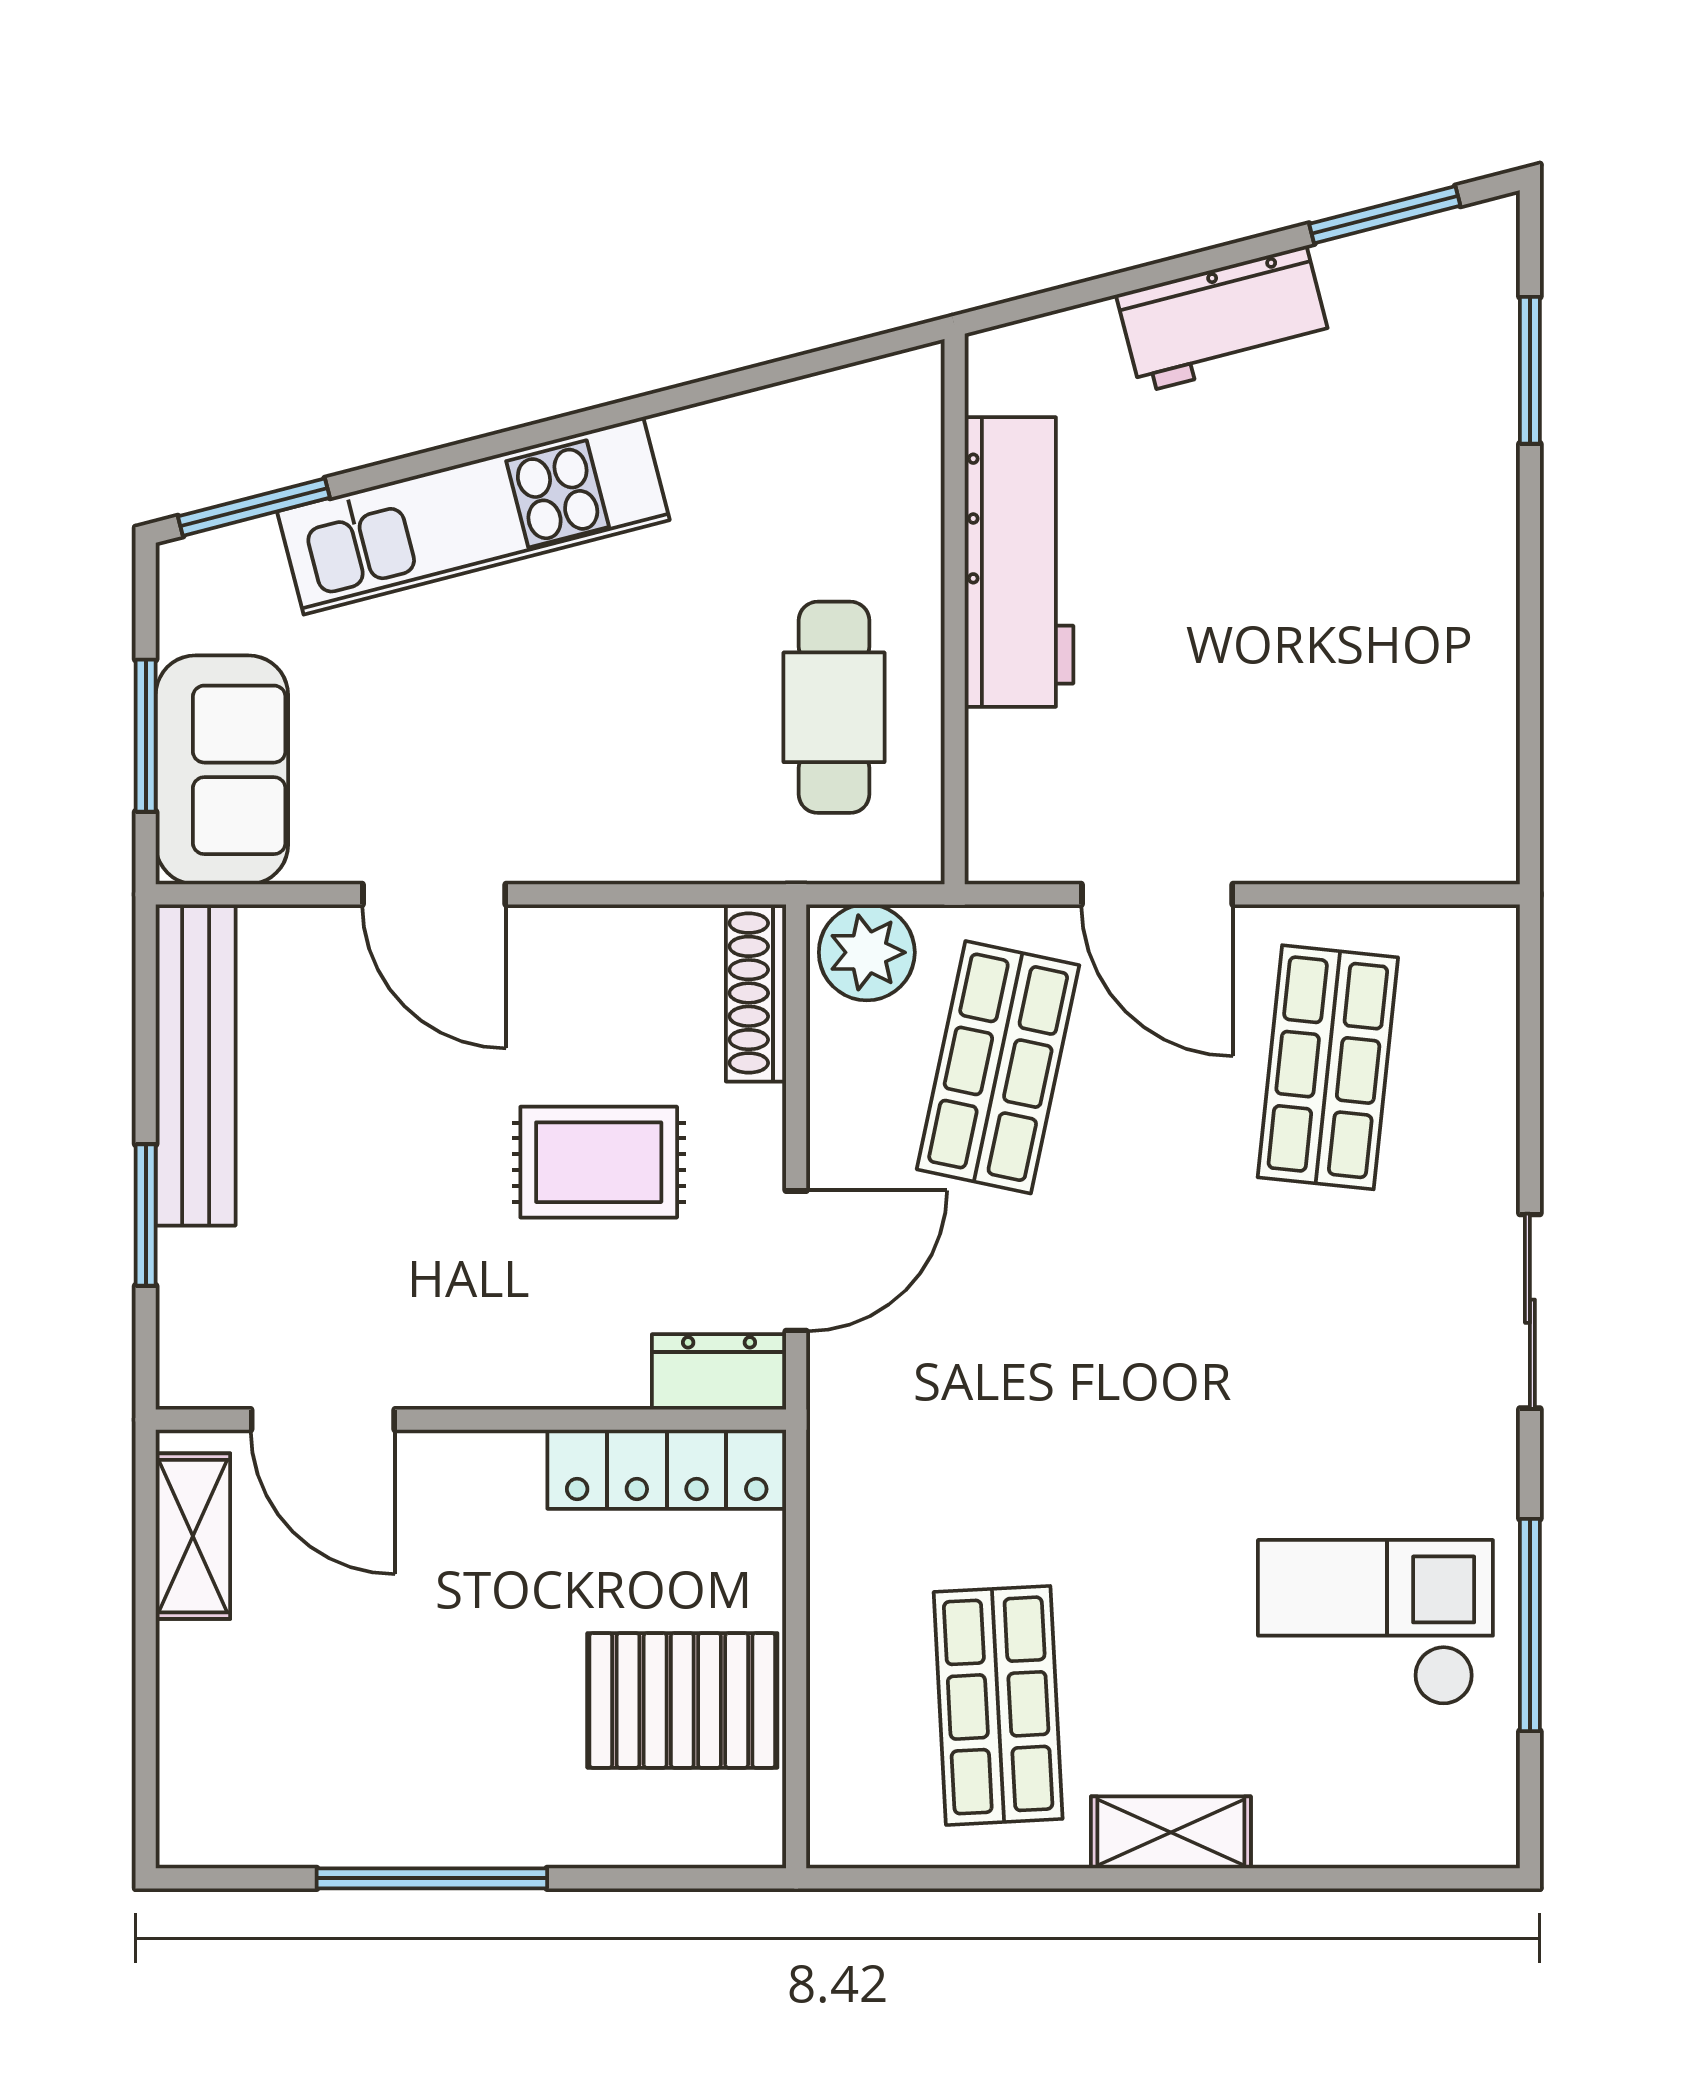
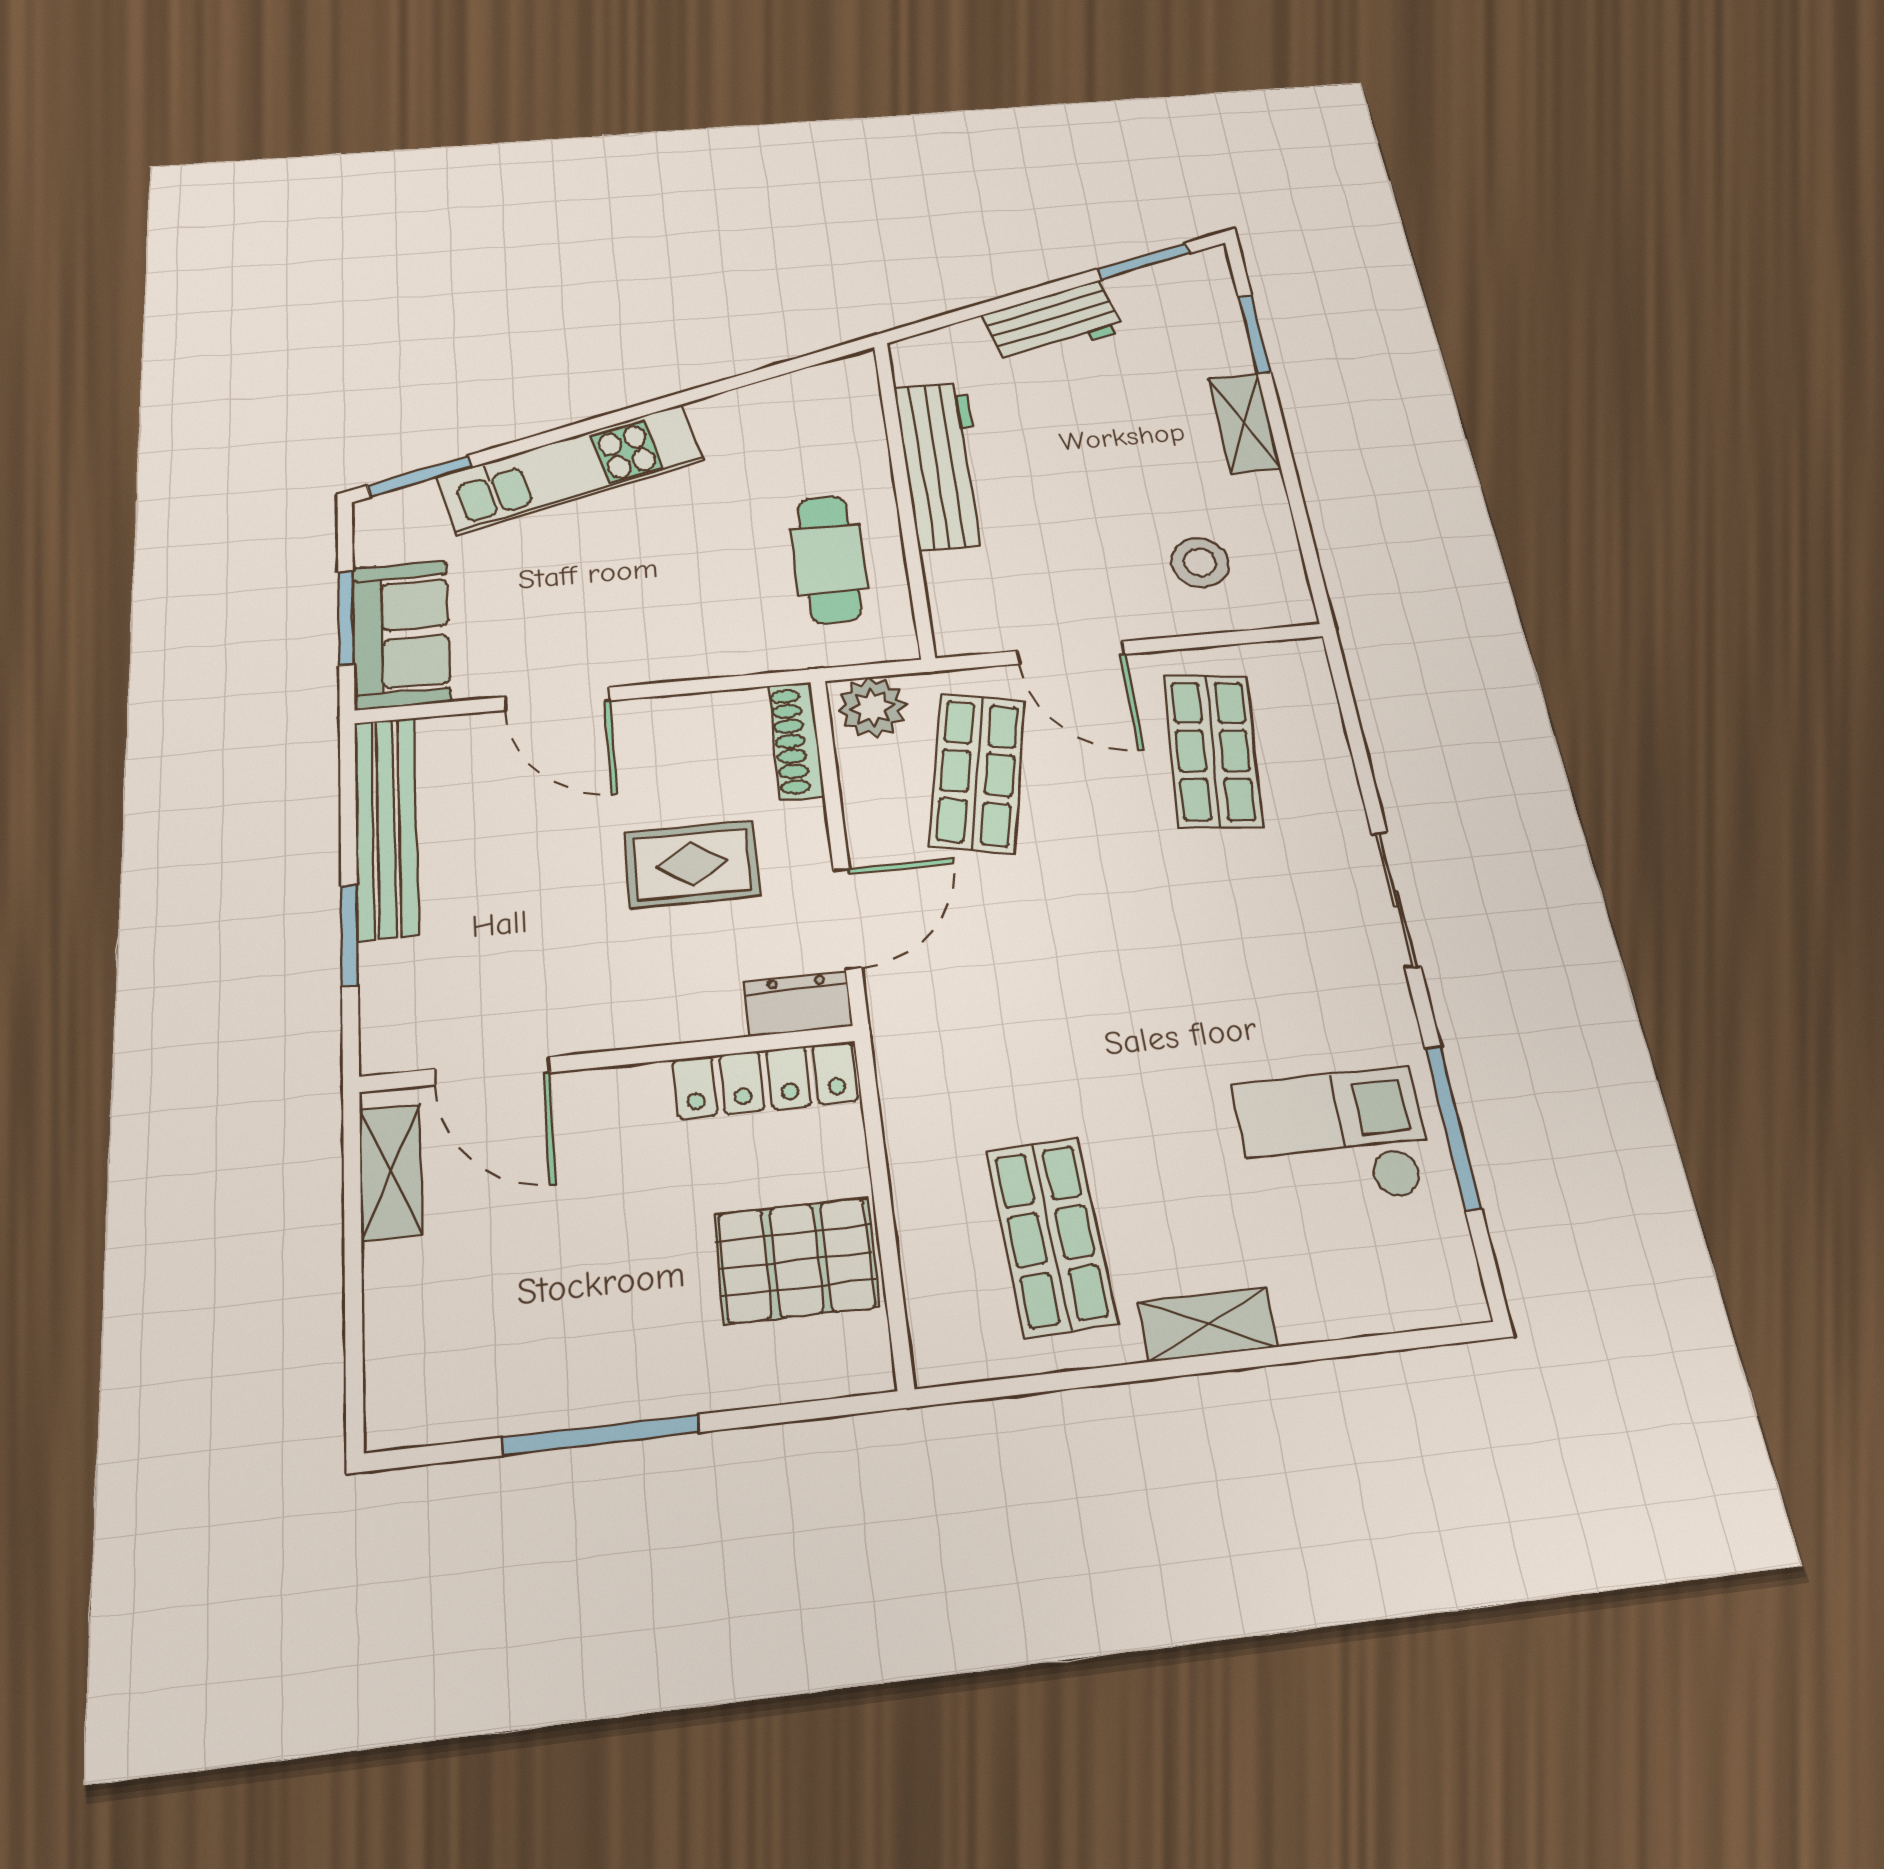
shelving: (1481, 533) -> (1244, 424), added
stool: (1368, 766) -> (1200, 562), added

